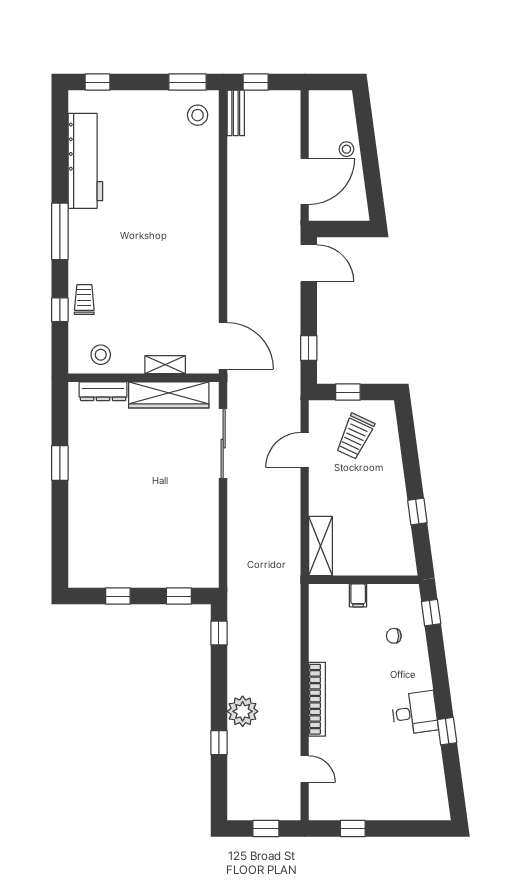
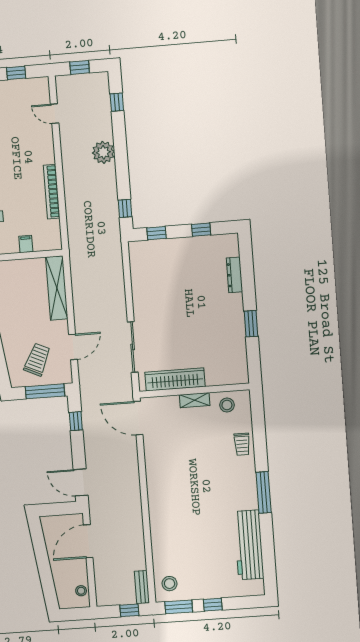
window: (97, 82) -> (213, 605), moved
stool: (346, 149) -> (81, 591), moved
window: (60, 310) -> (259, 435), removed
shelving: (165, 365) -> (195, 400), moved
dresser: (103, 391) -> (234, 275), moved, turned -90
window: (348, 392) -> (45, 391), width x2.17
shelving: (321, 546) -> (57, 288), width x1.47
bookcase: (317, 699) -> (52, 192), moved
window: (219, 743) -> (117, 102), moved

